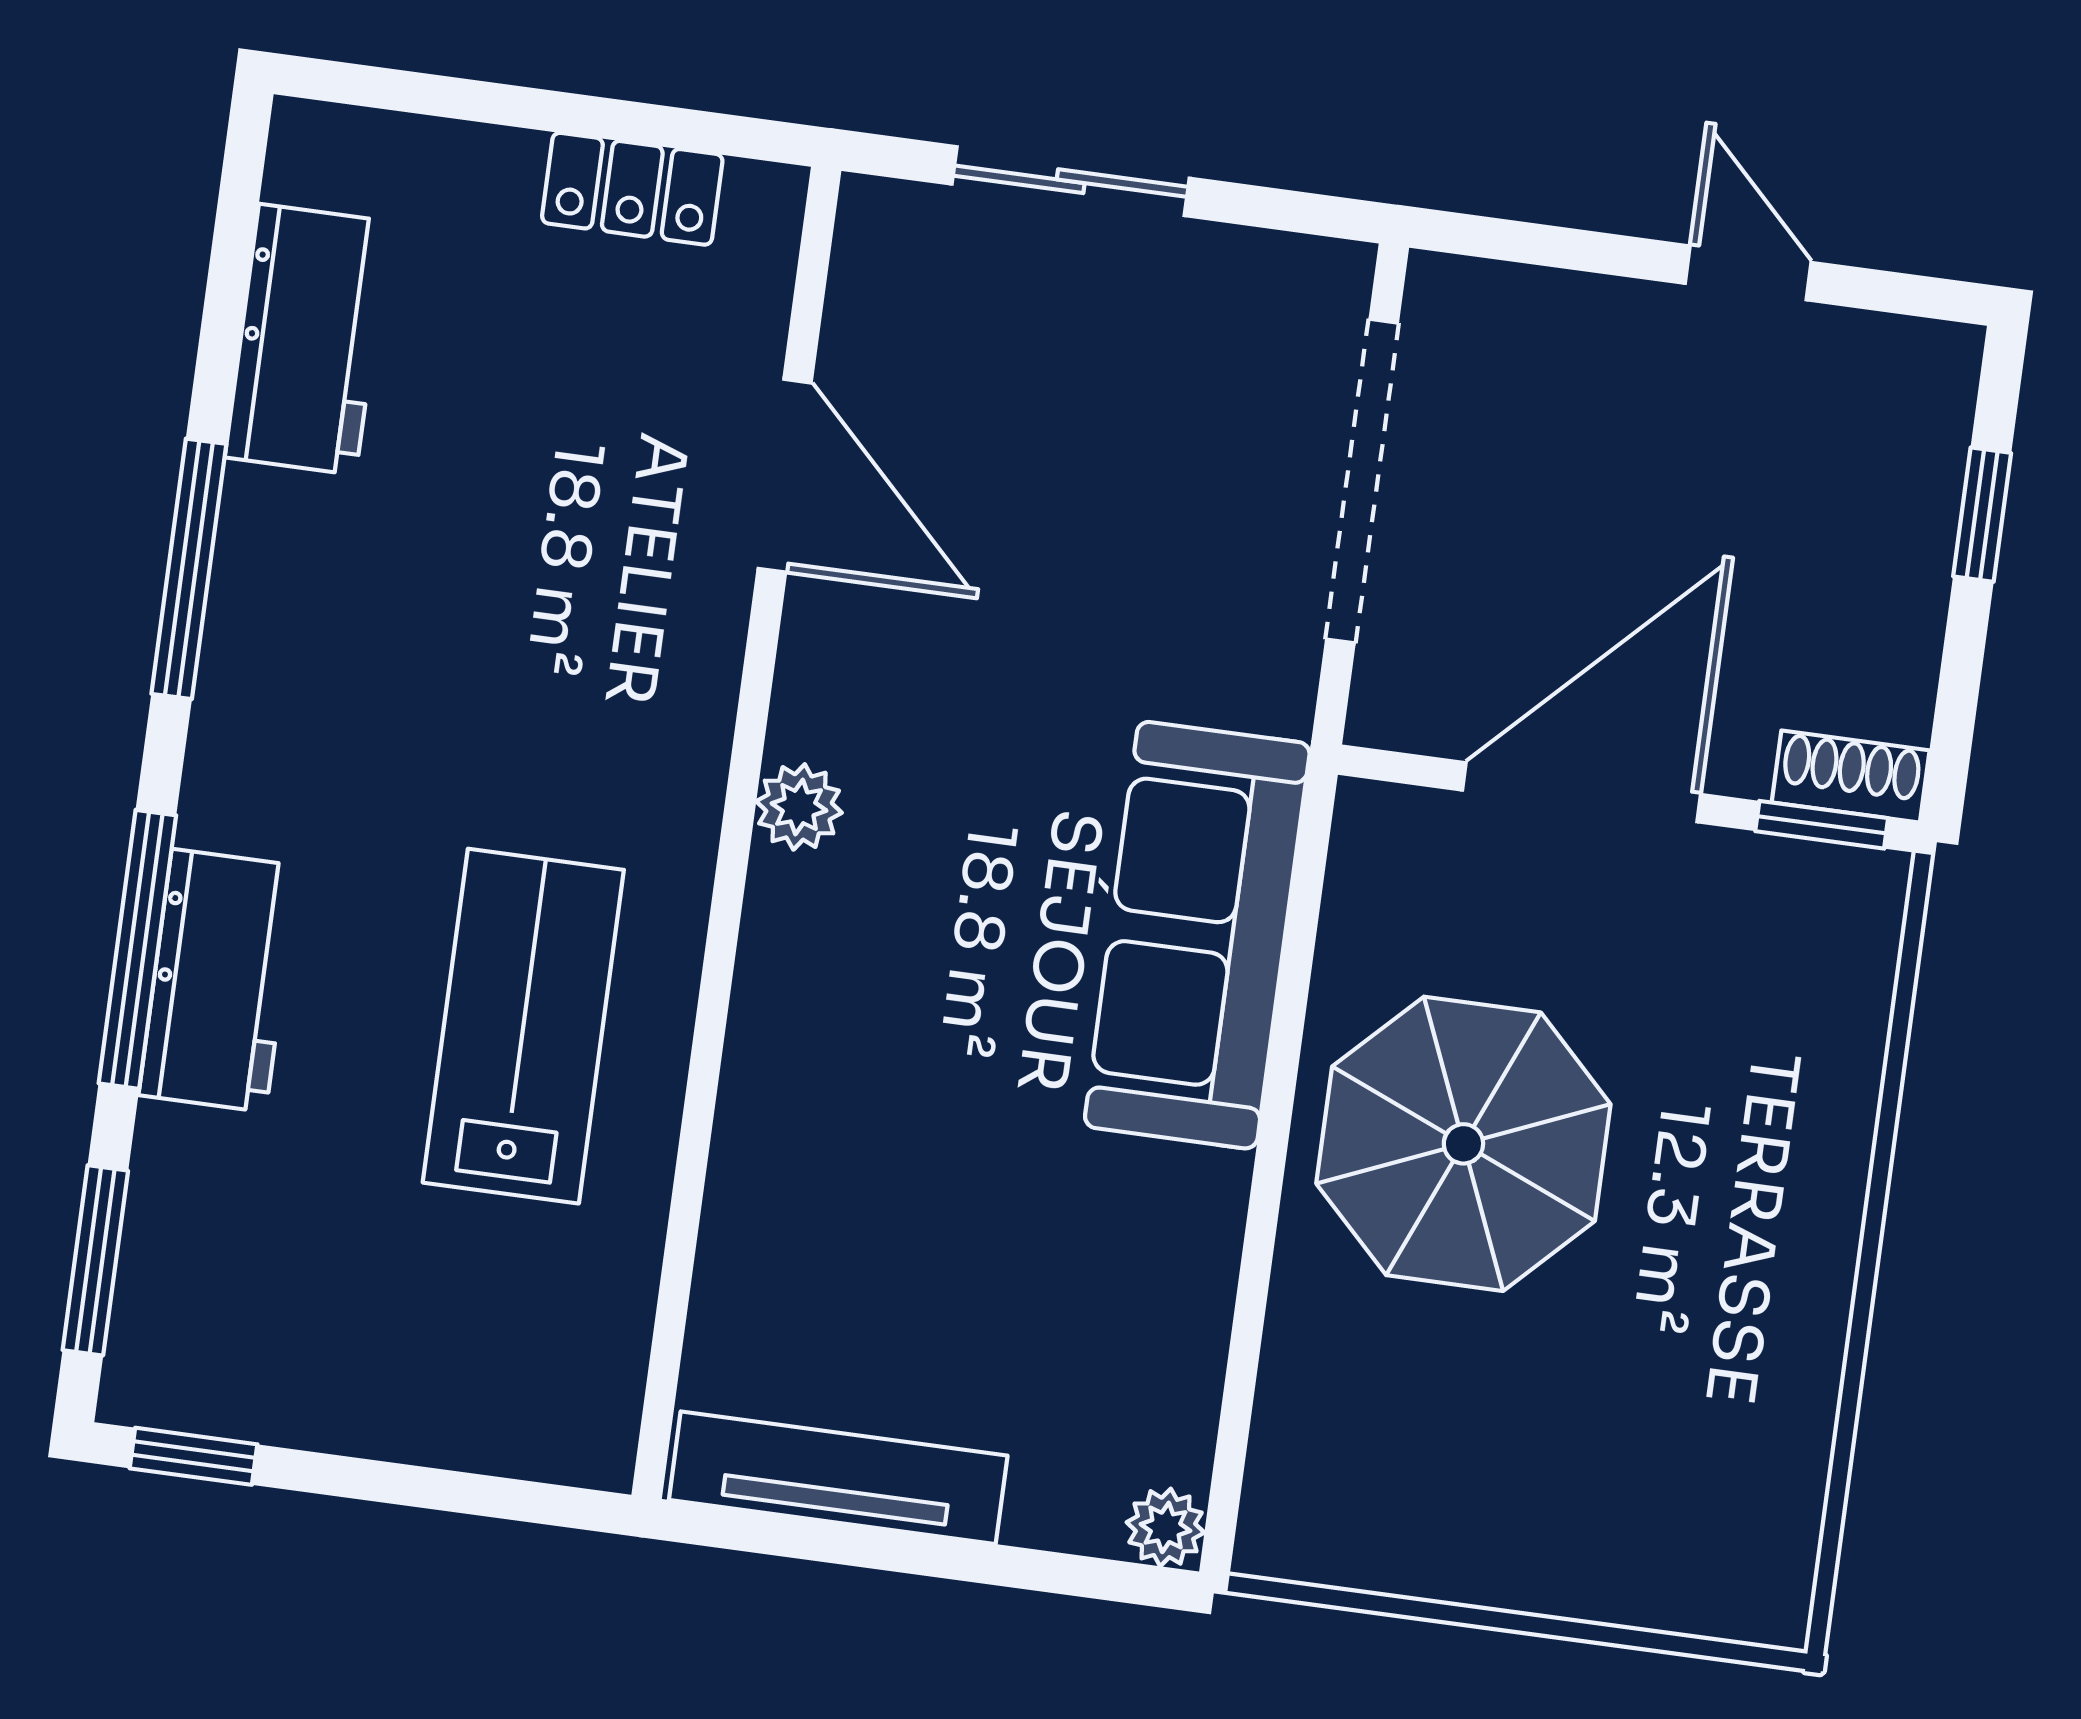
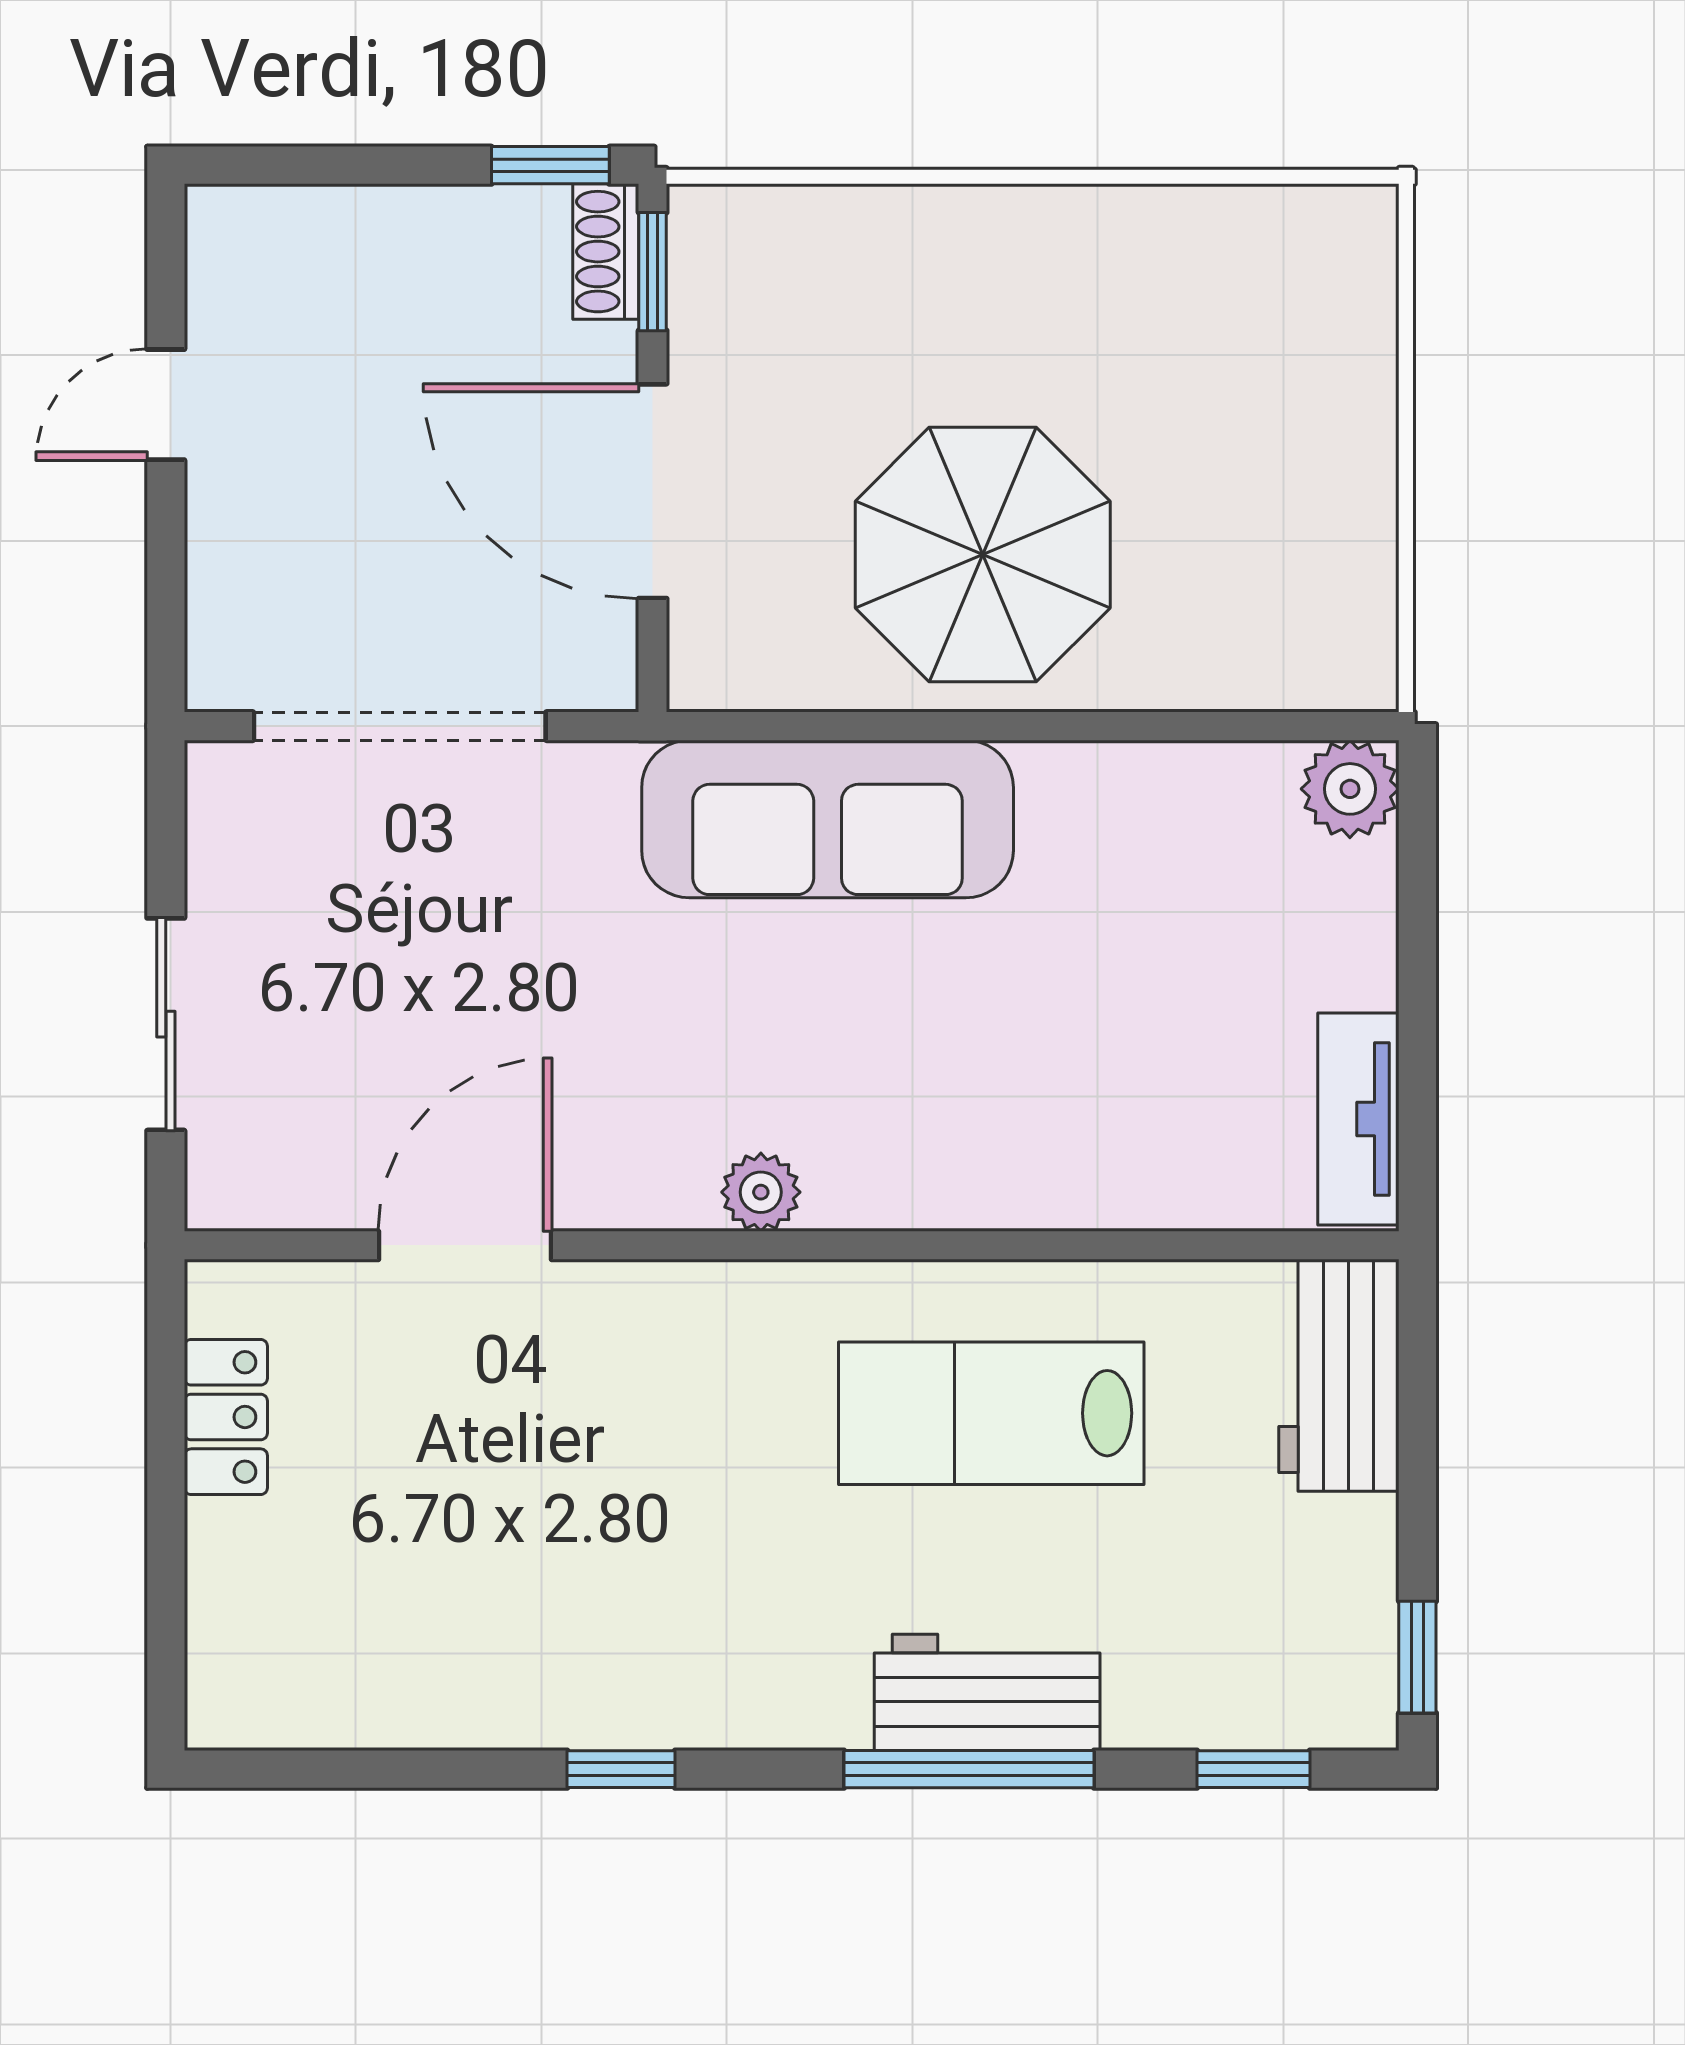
workbench: (307, 339) -> (1339, 1375), moved, turned -90
window: (1982, 515) -> (550, 165), moved
window: (189, 569) -> (621, 1769), width x0.46
window: (95, 1260) -> (1253, 1769), width x0.67
tv unit: (838, 1478) -> (1358, 1119), width x0.71
plant: (1165, 1527) -> (1350, 789), width x1.38, depth x1.38

